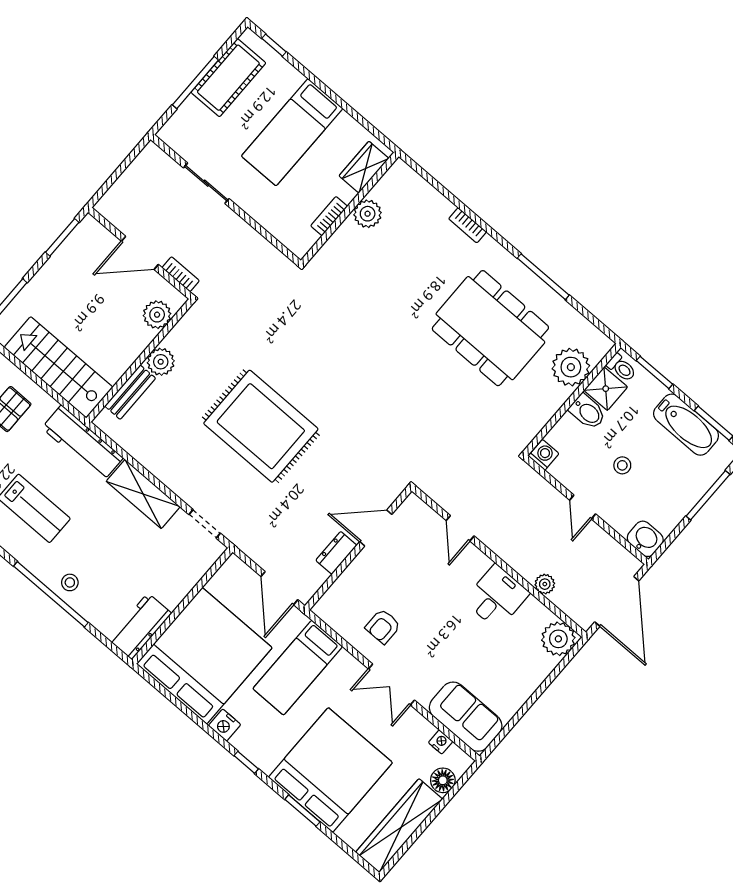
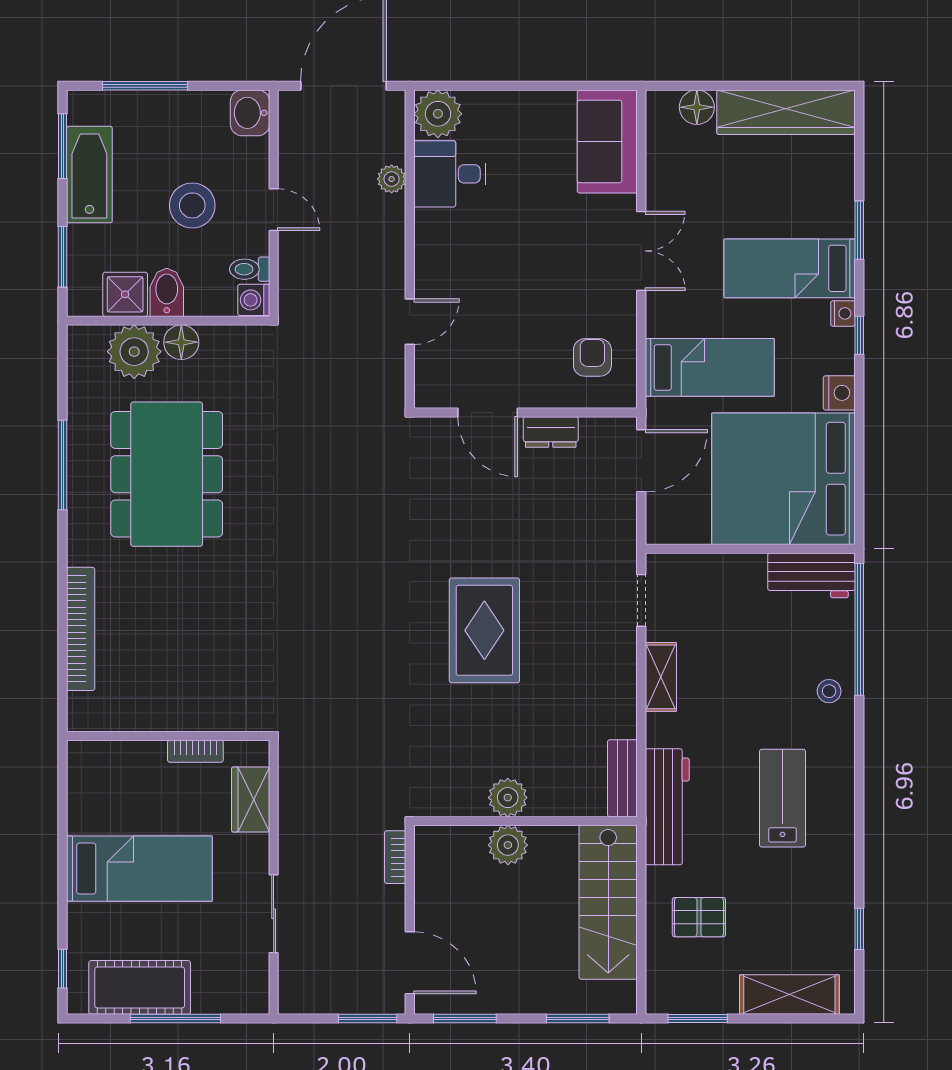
wardrobe: (364, 167) -> (251, 800), moved, turned 90
window: (107, 185) -> (368, 1019), added
plant: (368, 214) -> (157, 712), removed
bookcase: (467, 225) -> (81, 629), width x2.31, depth x1.31
door: (140, 253) -> (410, 963), moved
plant: (157, 315) -> (508, 845), moved
toilet: (622, 368) -> (250, 269), moved, turned -90
bench: (130, 392) -> (622, 778), moved, turned 90
floor lamp: (554, 397) -> (181, 342), added
rug: (261, 426) -> (484, 630), width x0.73, depth x0.69
stool: (622, 465) -> (192, 205), width x1.89, depth x1.89
shelving: (143, 494) -> (661, 677), width x0.67, depth x0.75
door: (583, 507) -> (274, 210), hinge flipped
window: (51, 594) -> (859, 629), moved
desk: (497, 597) -> (450, 174), moved
armchair: (383, 626) -> (592, 357), moved, turned -90
nightstand: (441, 742) -> (843, 313), moved, turned 180
bed: (330, 770) -> (790, 268), width x0.49

